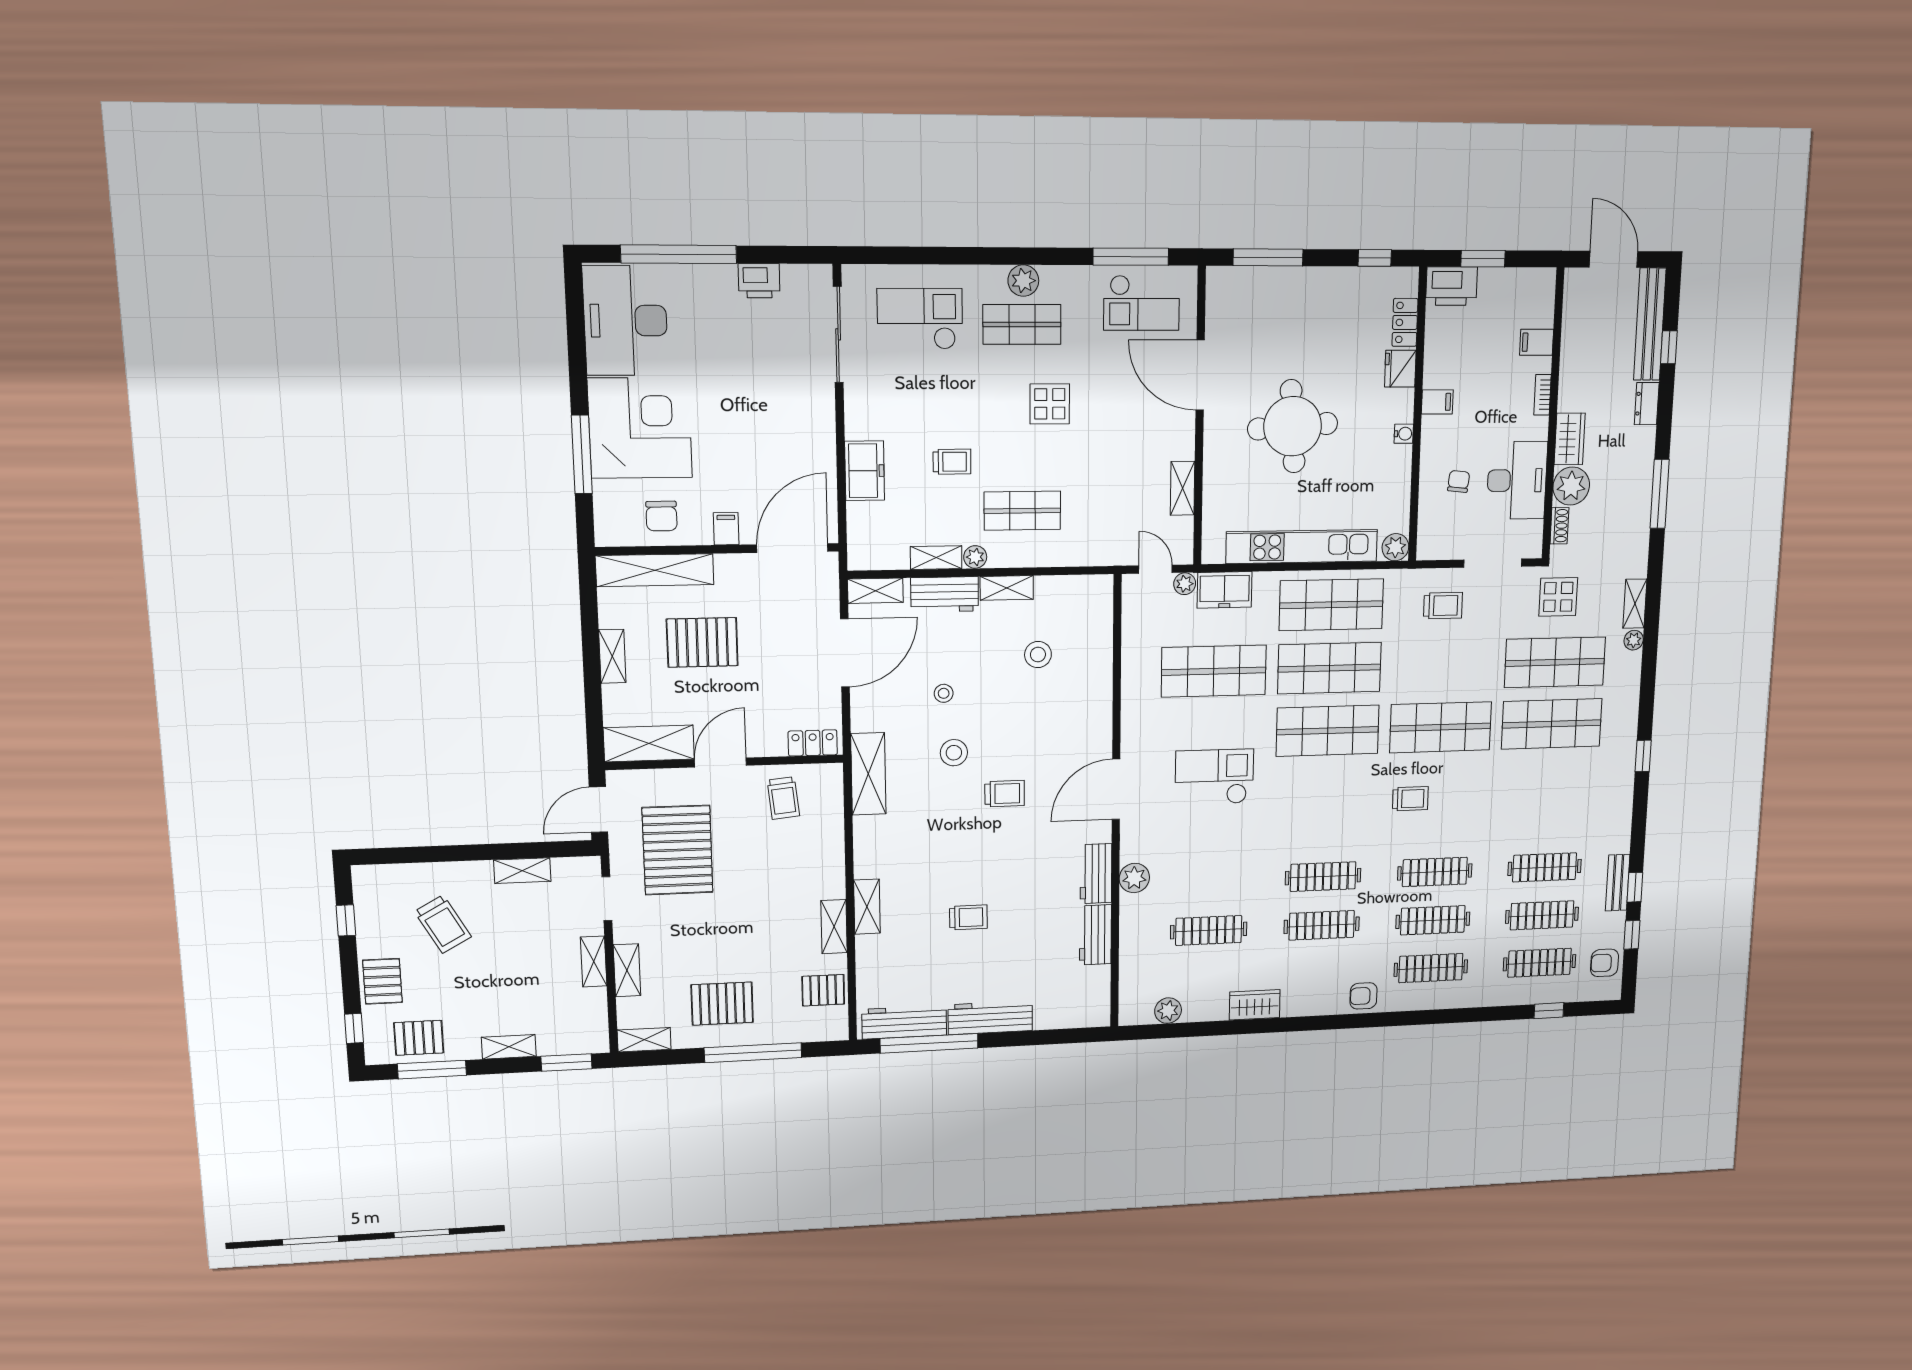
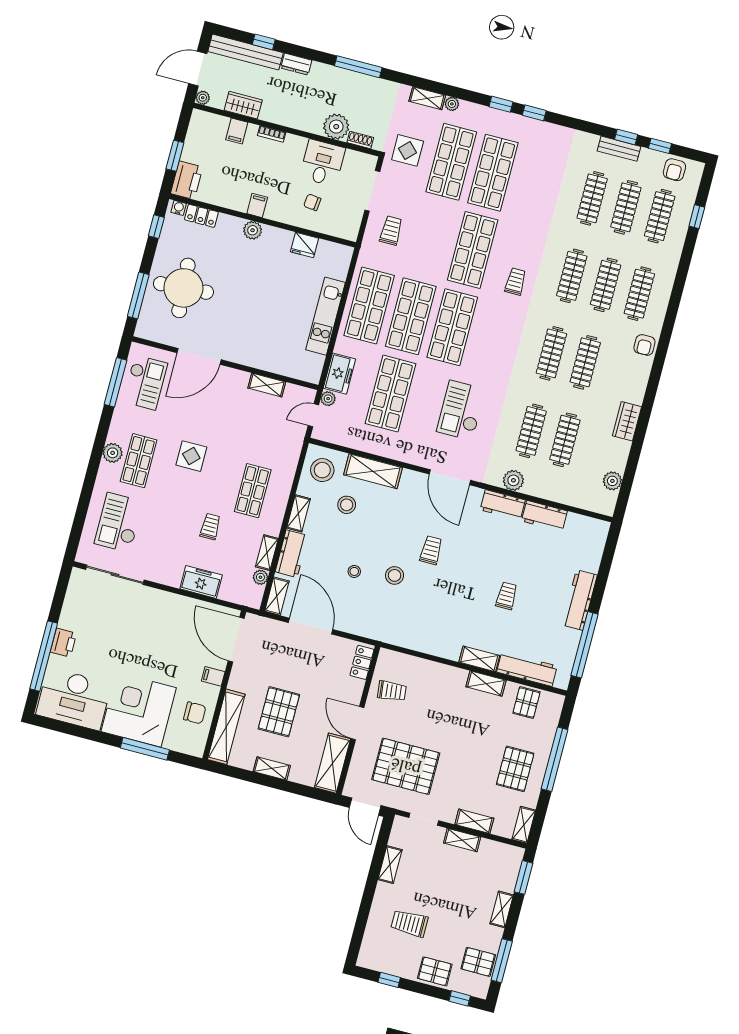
plant: (1574, 278) -> (203, 98), added
printer: (759, 281) -> (63, 643), moved
fridge: (1400, 369) -> (305, 245), moved
round table: (1293, 426) -> (183, 288), moved
water cooler: (1404, 434) -> (179, 208), moved
wardrobe: (1570, 439) -> (243, 105), moved
desk: (1517, 480) -> (322, 163), width x0.73
kitchen unit: (1302, 547) -> (326, 316), width x0.73
plant: (1395, 547) -> (253, 230), moved
plant: (975, 557) -> (260, 577), moved
stool: (1079, 605) -> (322, 470), added
window: (1646, 708) -> (501, 104), added
shelving: (868, 774) -> (373, 471), moved
clothes rail: (1210, 881) -> (531, 431), added
trolley: (443, 924) -> (409, 923), turned -151
workbench: (904, 1022) -> (527, 669), moved, turned 90
pallet: (419, 1038) -> (478, 962), turned 90

